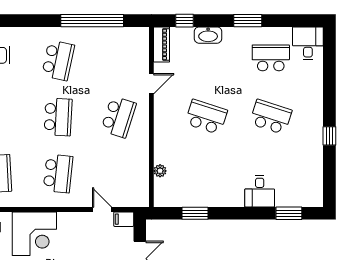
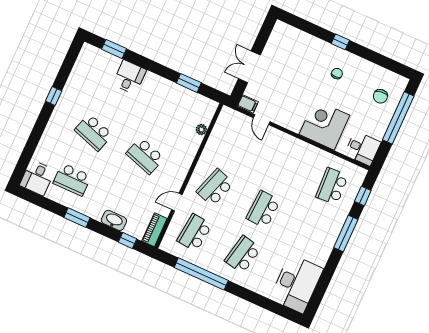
school desk: (58, 174) -> (195, 233), moved

